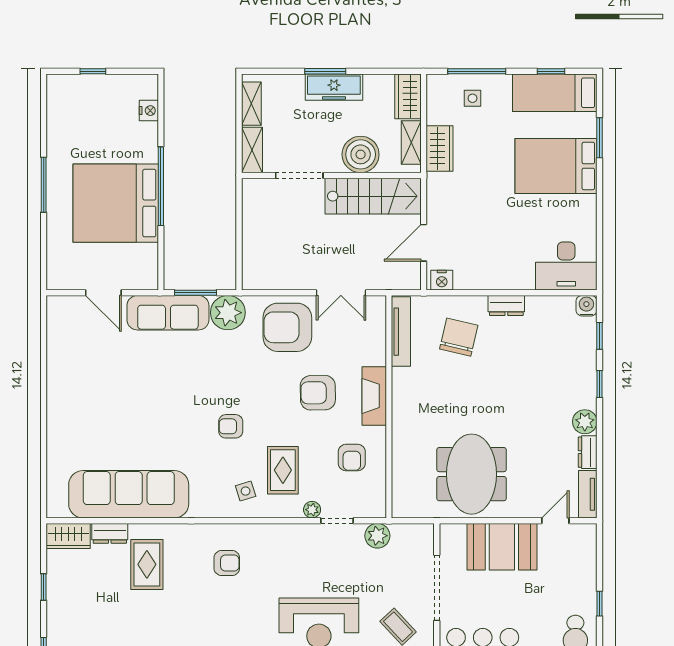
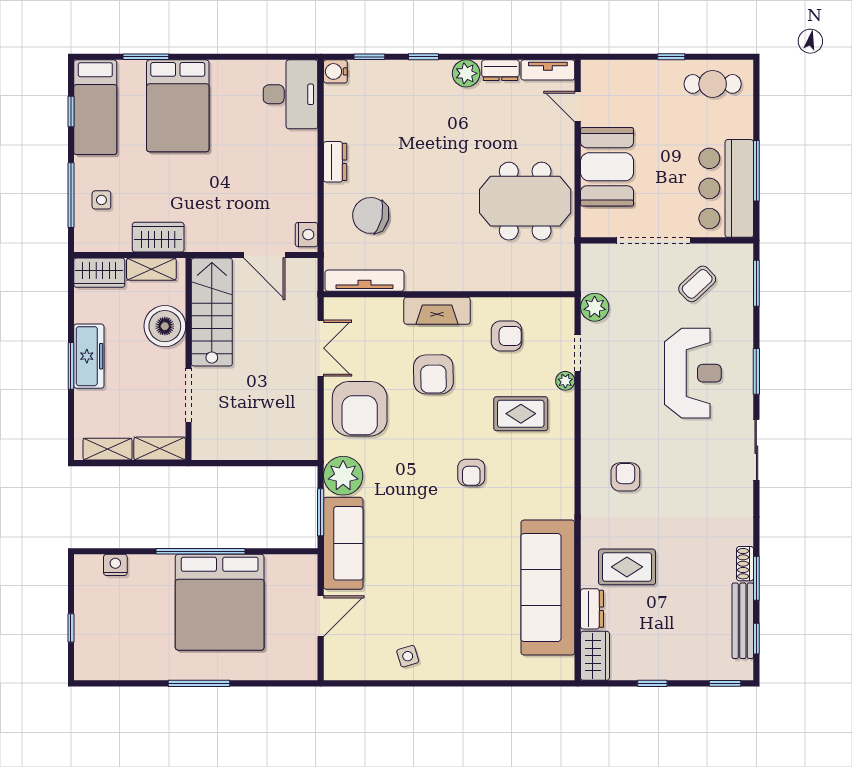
side table: (246, 491) -> (408, 656), moved

